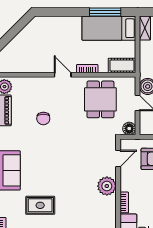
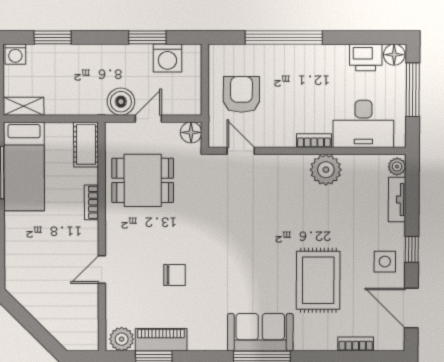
door: (63, 75) -> (102, 270), moved
plant: (107, 186) -> (326, 170), moved
rug: (40, 205) -> (318, 280), width x1.36, depth x1.43

